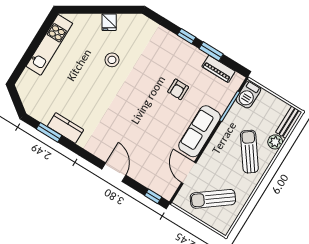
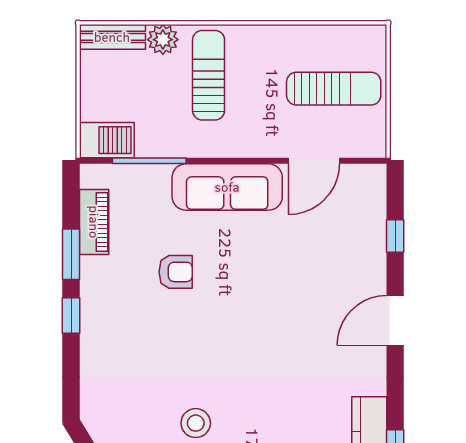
sun lounger: (249, 152) -> (209, 75), turned 126
door: (114, 172) -> (395, 320), moved
window: (153, 196) -> (395, 236), moved
sun lounger: (213, 199) -> (334, 89), turned -53

